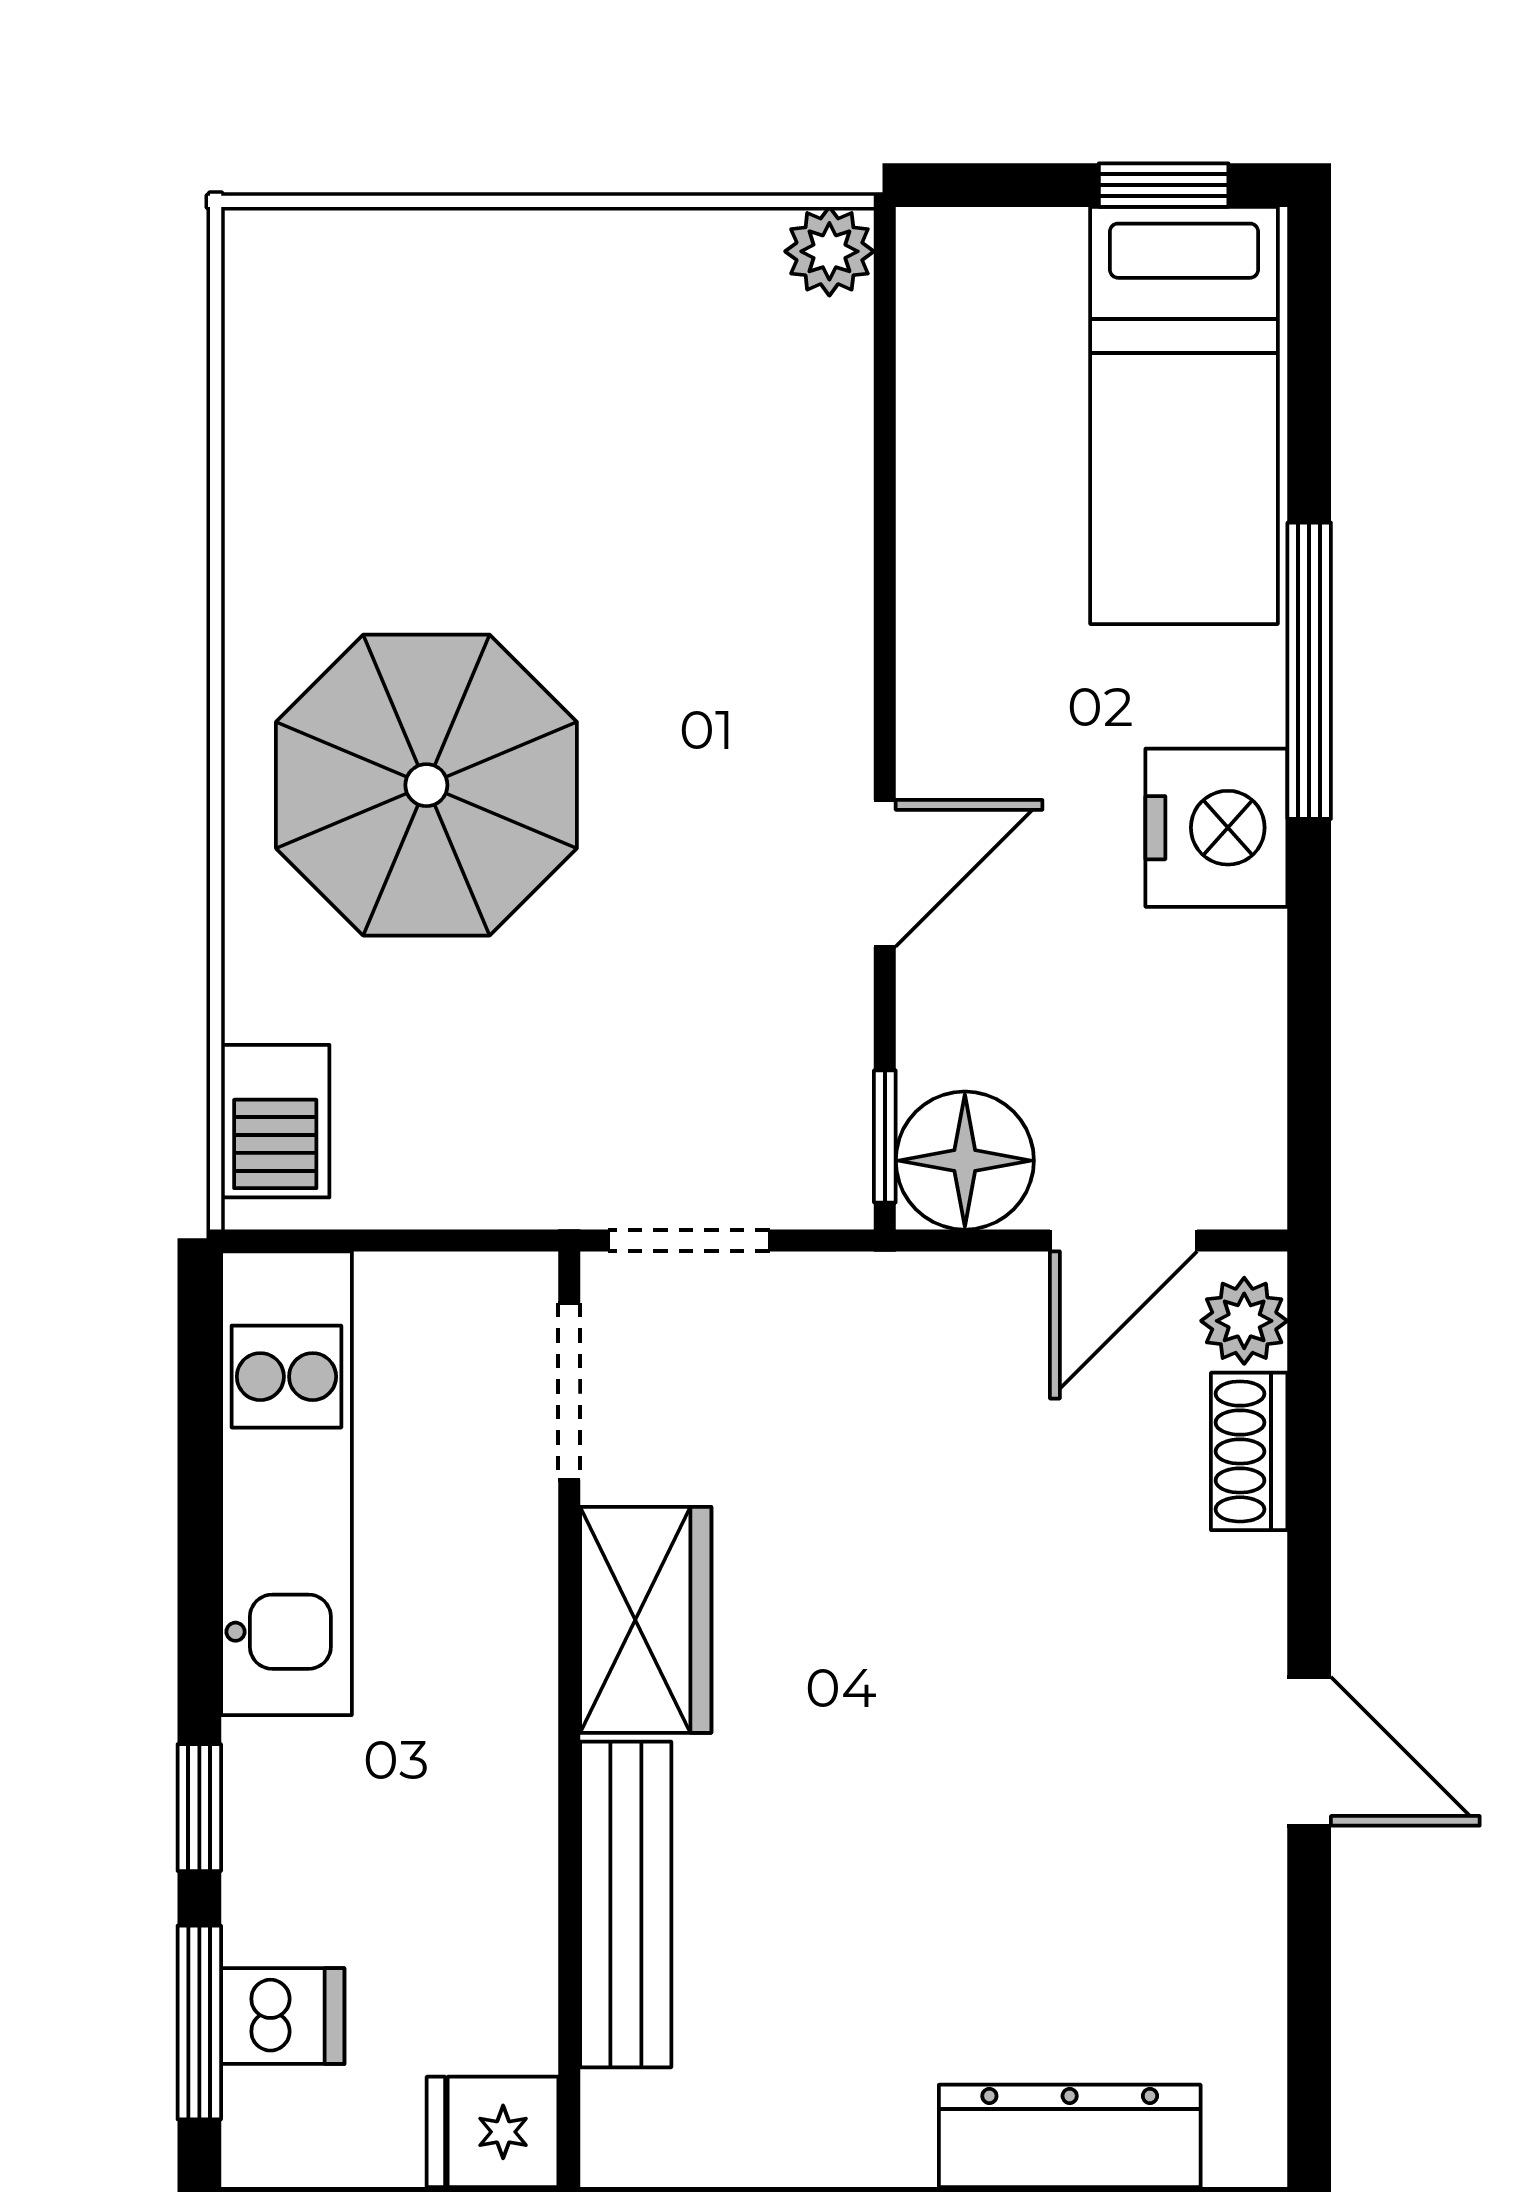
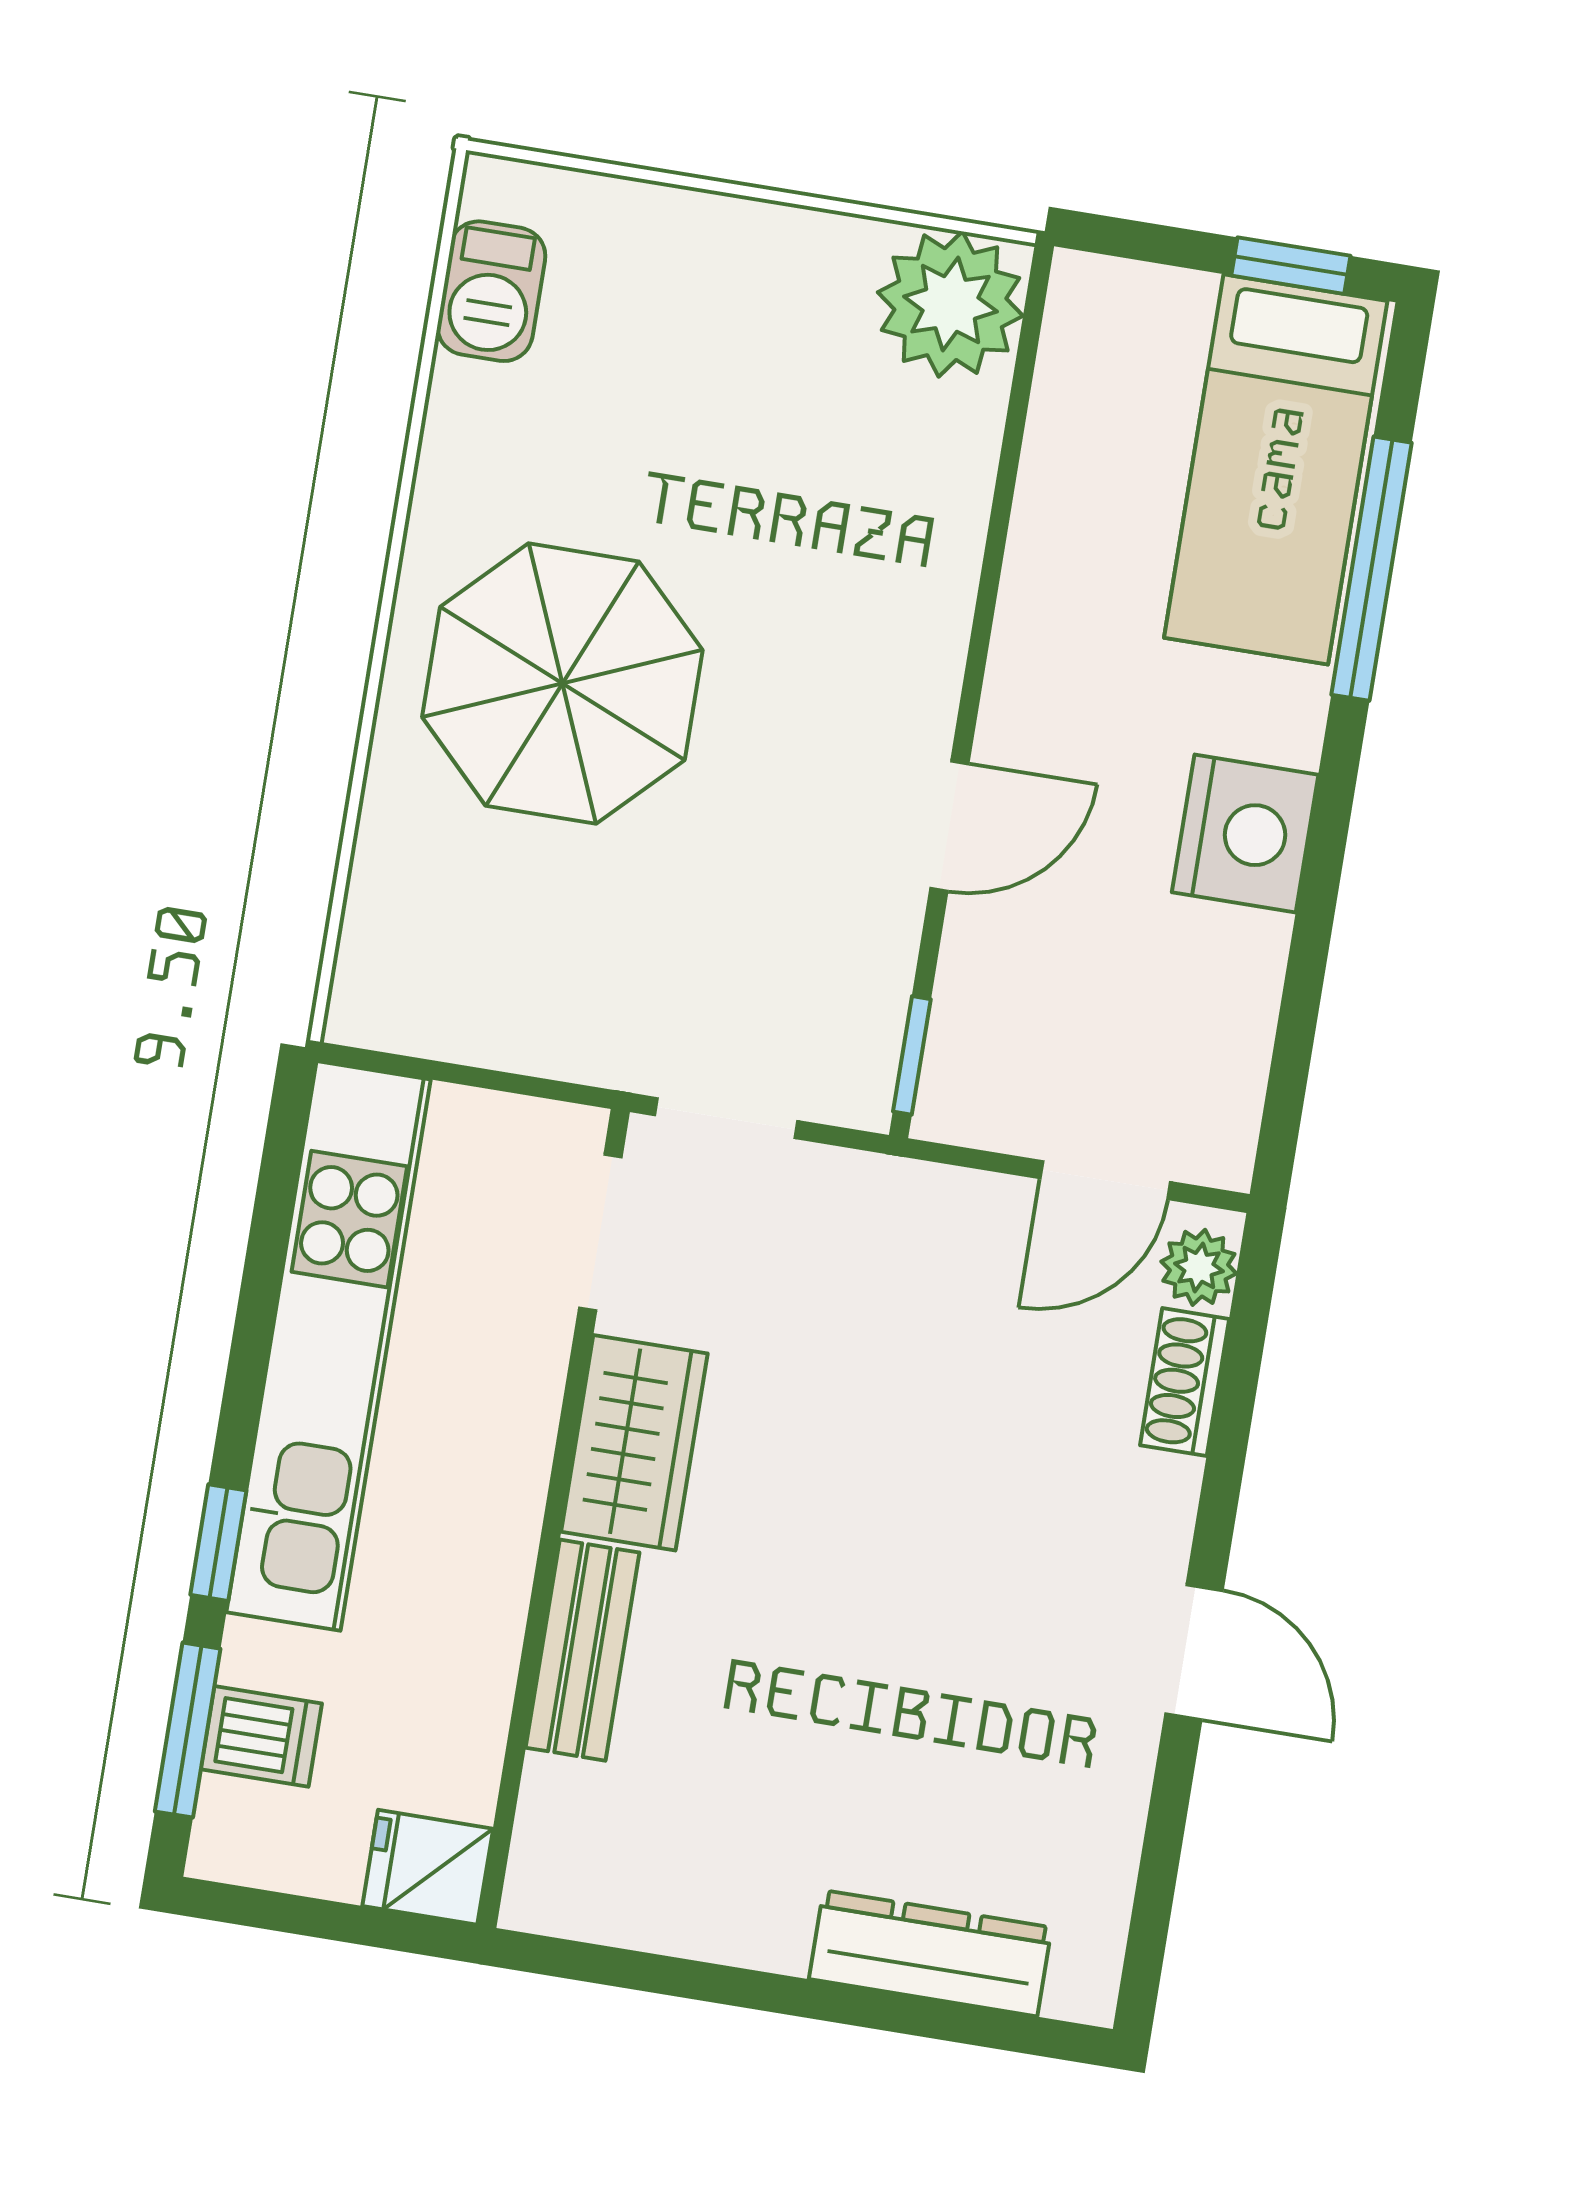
plant: (829, 251) -> (950, 304), width x1.88, depth x1.88
window: (1309, 671) -> (1372, 569), moved
barbecue: (275, 1121) -> (491, 291), moved
floor lamp: (965, 1161) -> (978, 1088), removed
kitchen unit: (286, 1483) -> (329, 1346), width x1.36
bench: (626, 1904) -> (583, 1650), width x0.73

